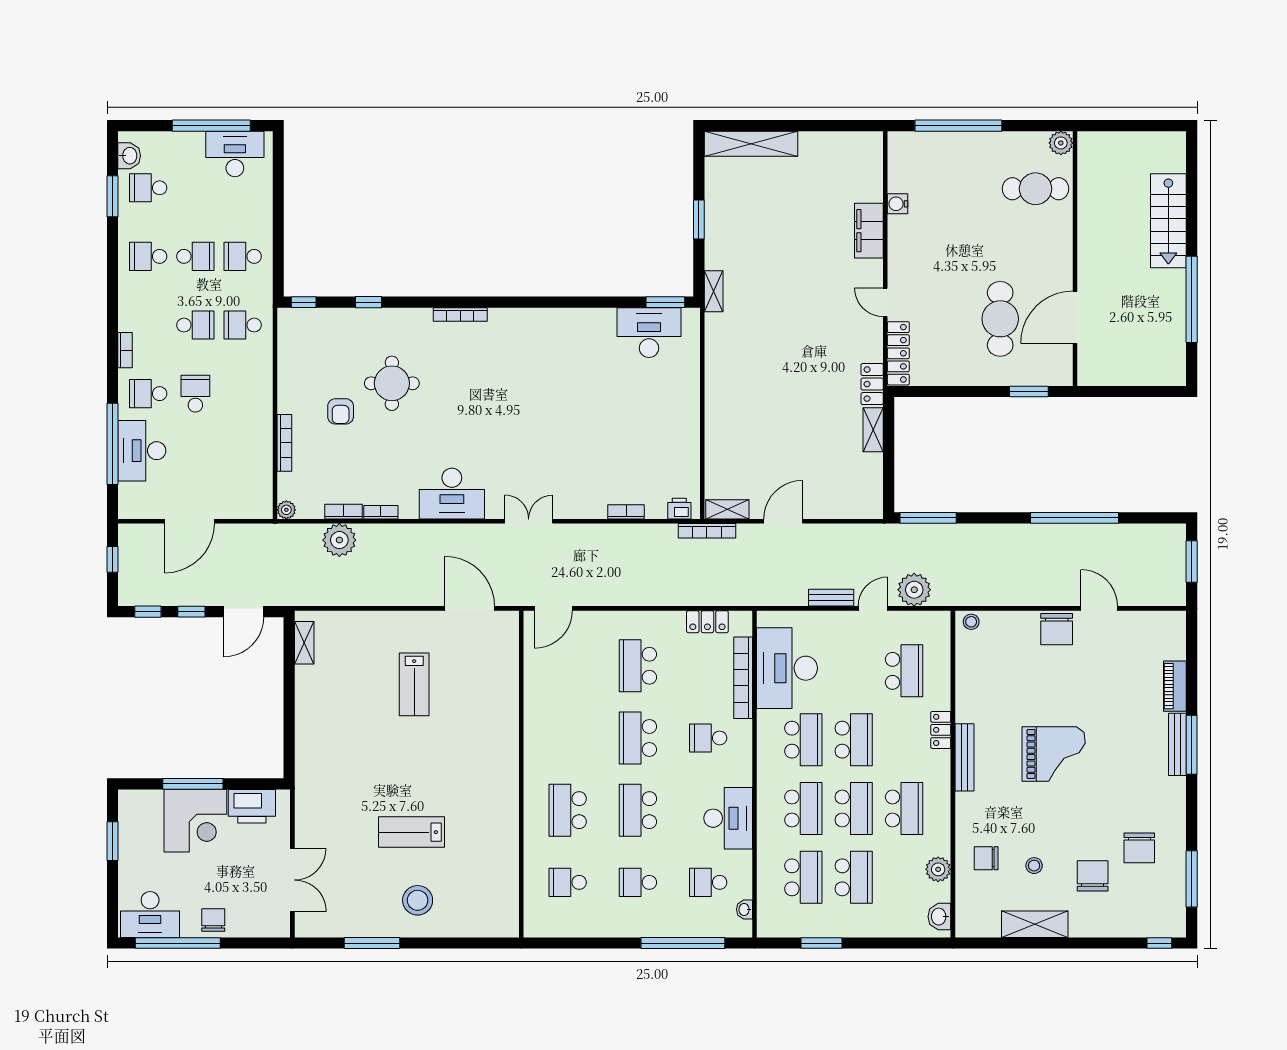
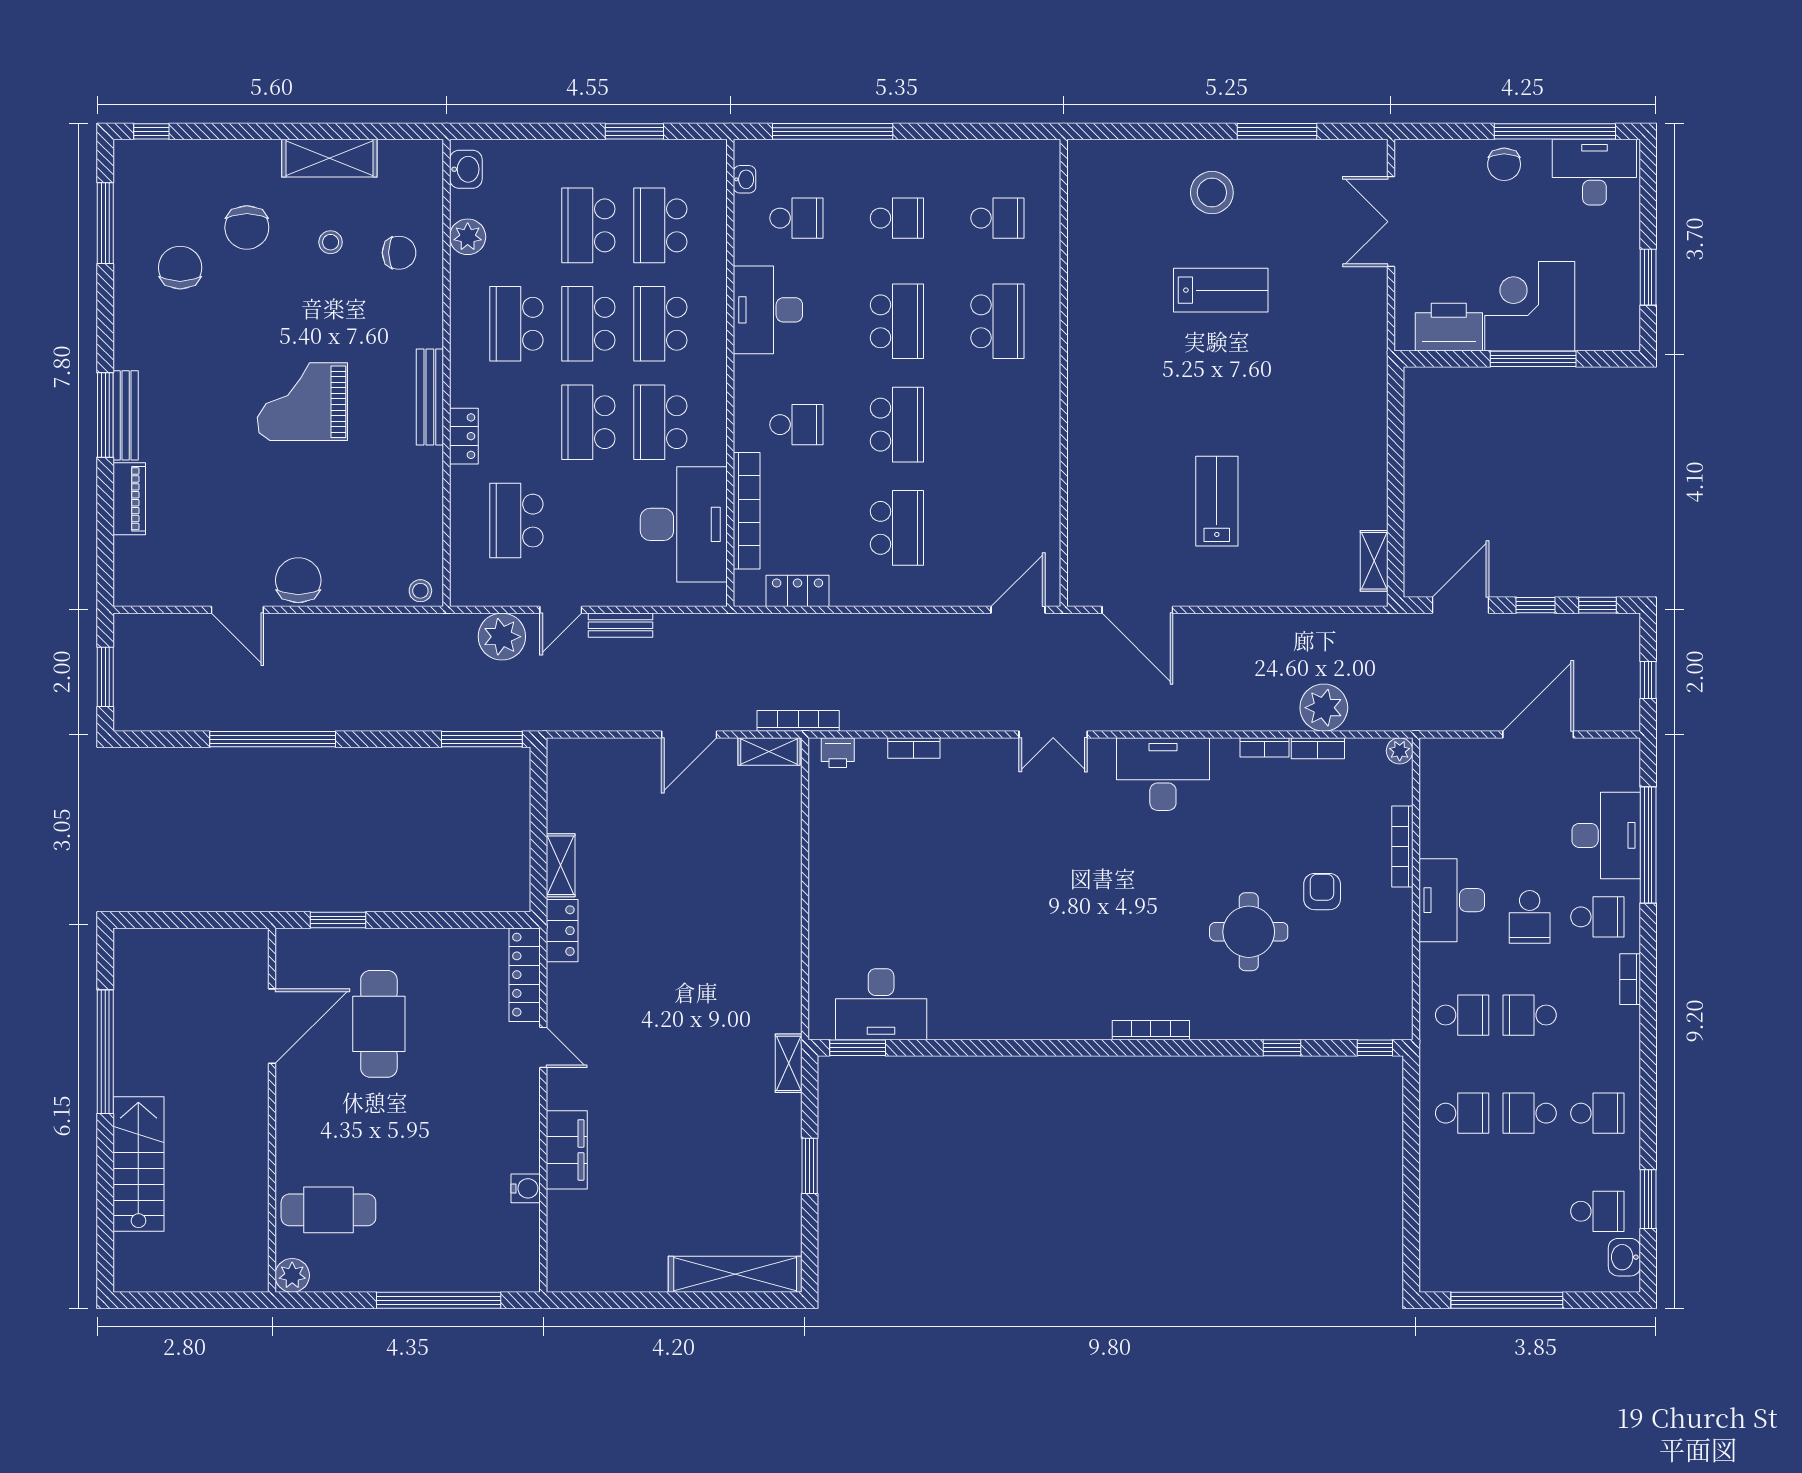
desk: (235, 154) -> (1452, 900), moved, turned 90

